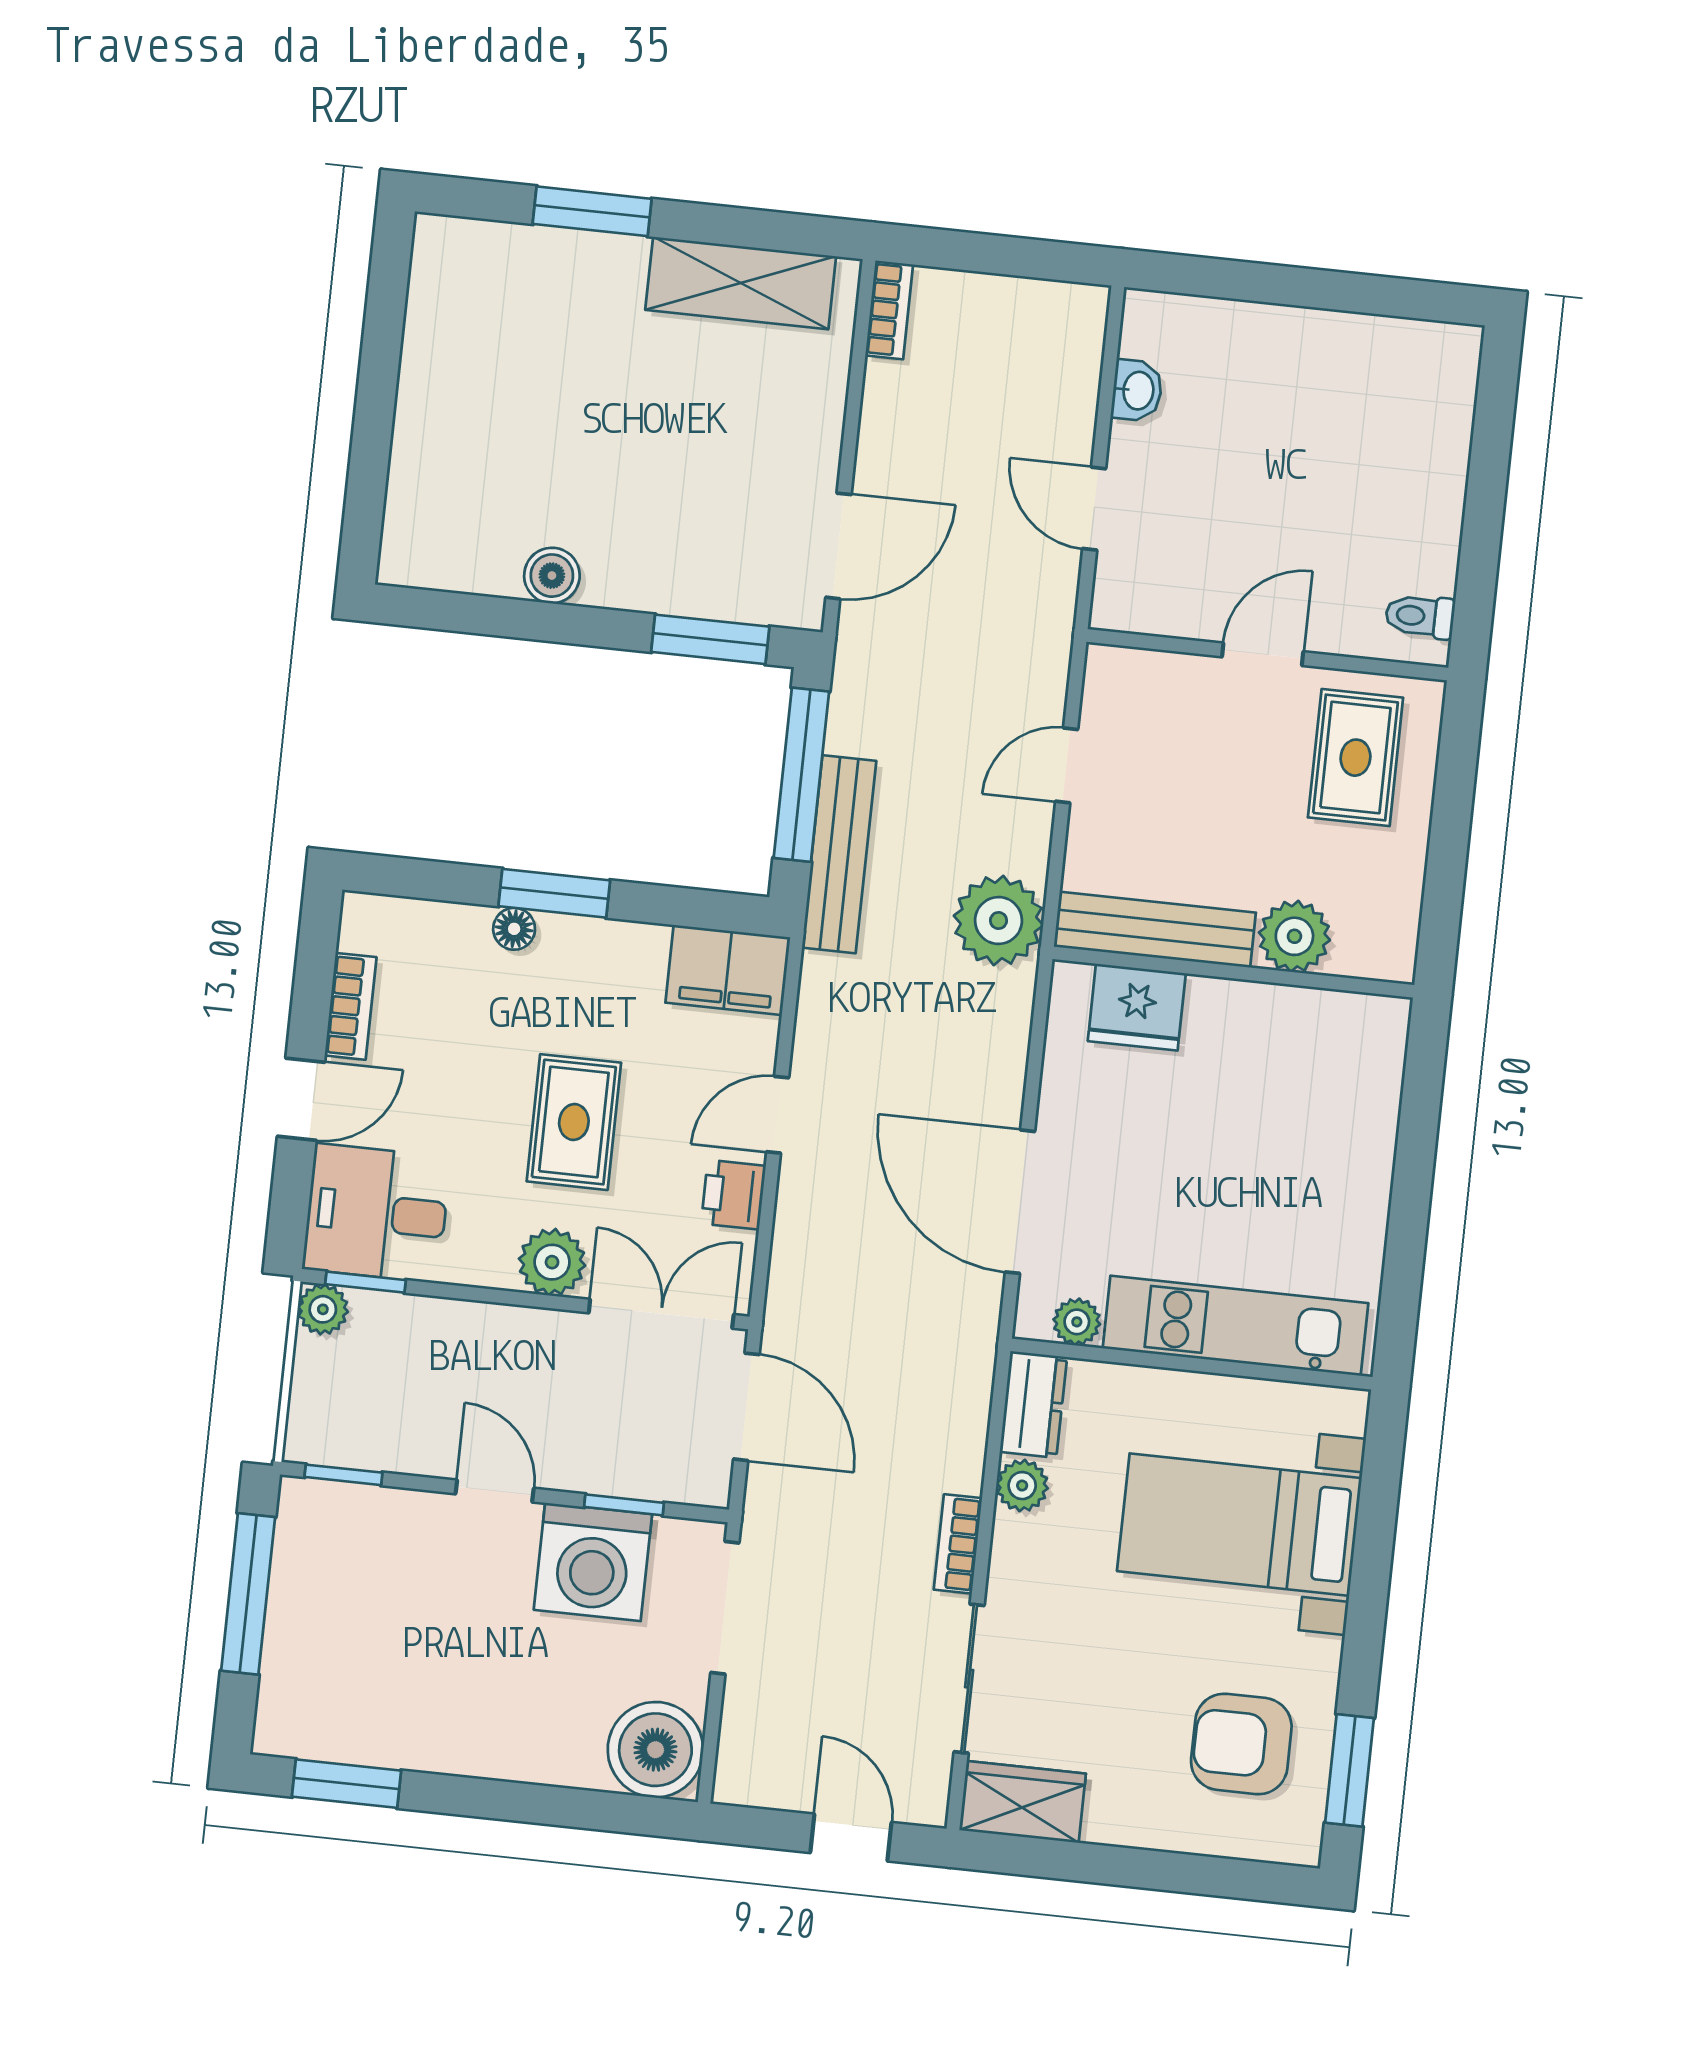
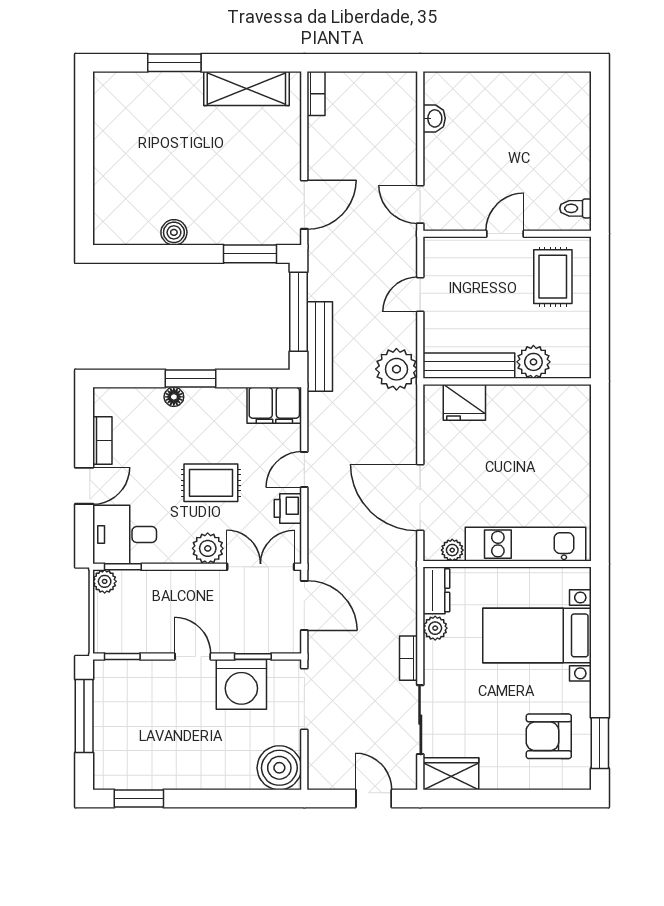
door: (1094, 509) -> (420, 204), moved
rug: (574, 1122) -> (211, 483), turned 90

